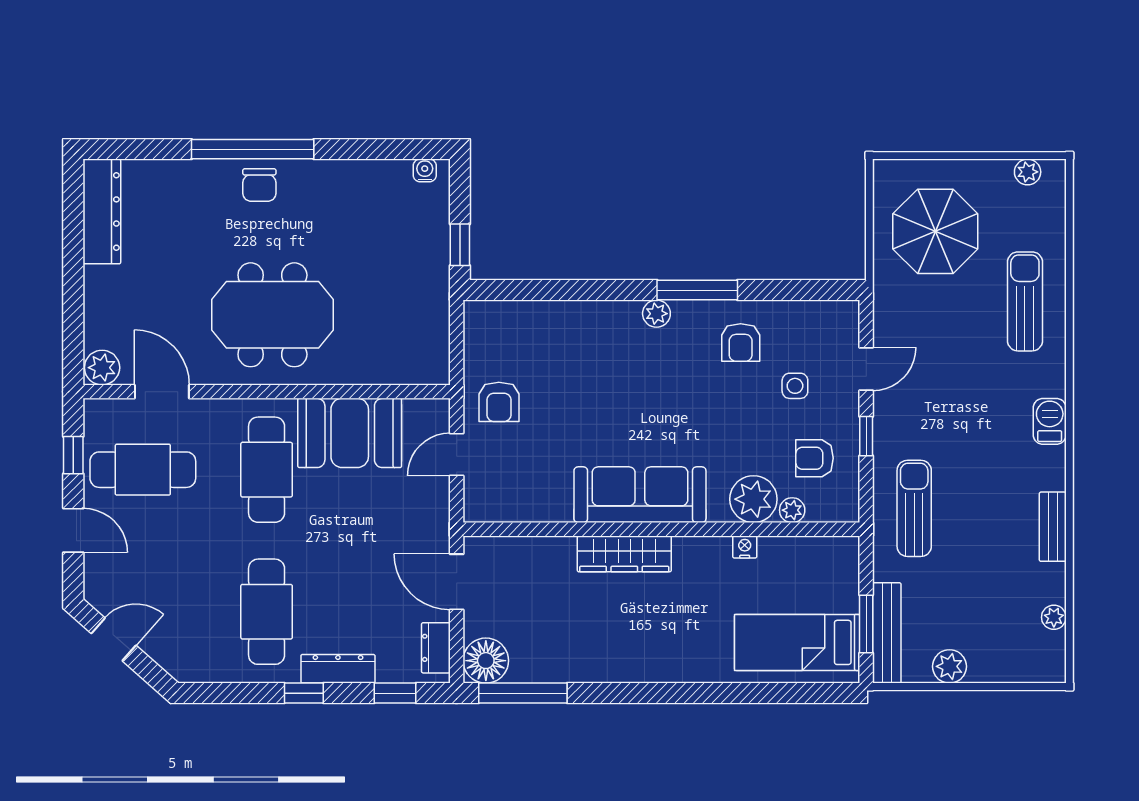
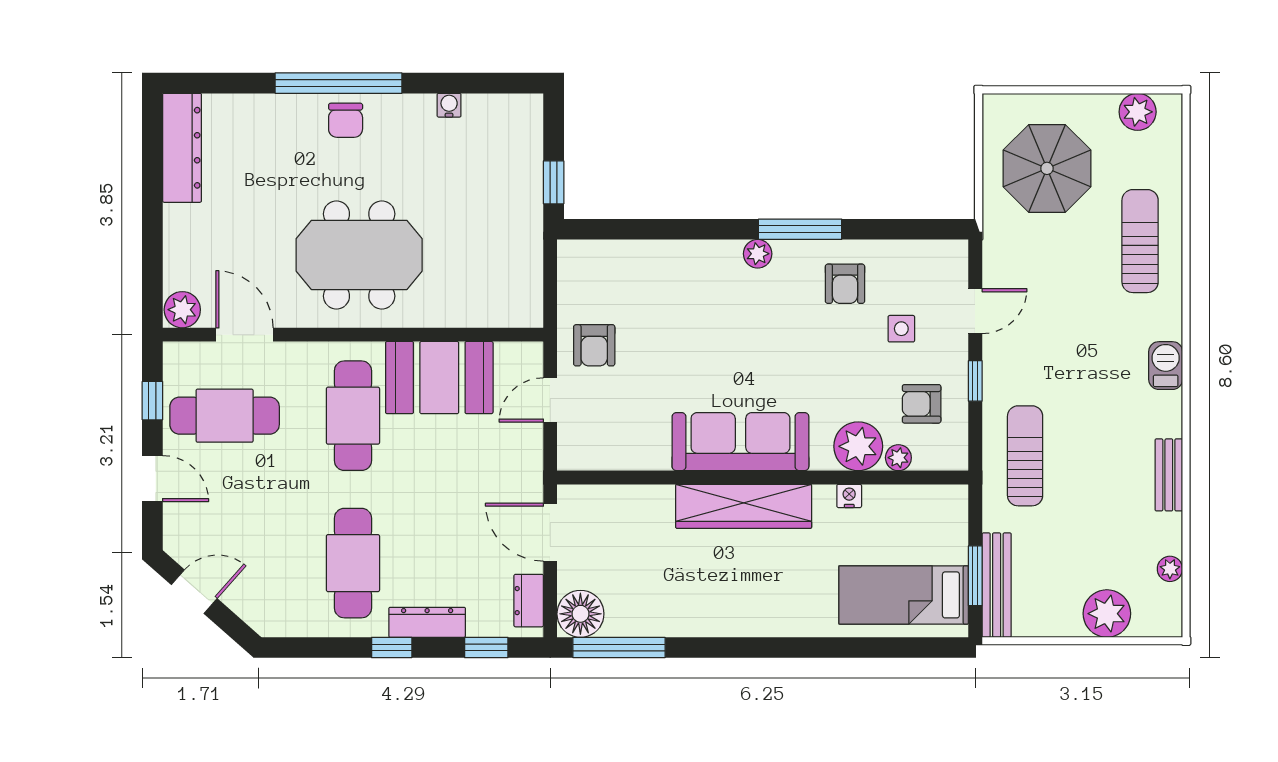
water cooler: (425, 170) -> (449, 105), moved
plant: (1028, 172) -> (1138, 112), width x1.38, depth x1.38
wardrobe: (624, 554) -> (744, 506), width x1.40, depth x1.17
plant: (949, 666) -> (1107, 614), moved, width x1.36, depth x1.36

